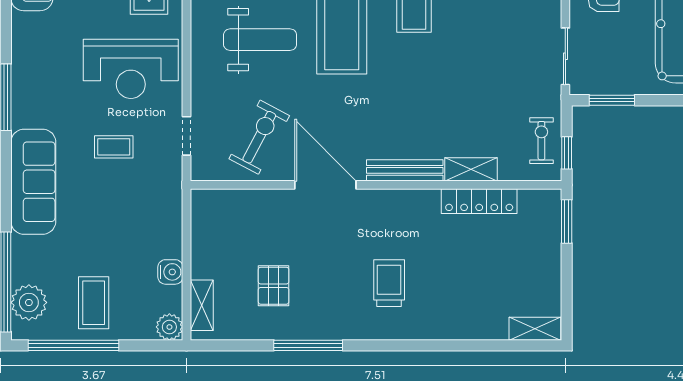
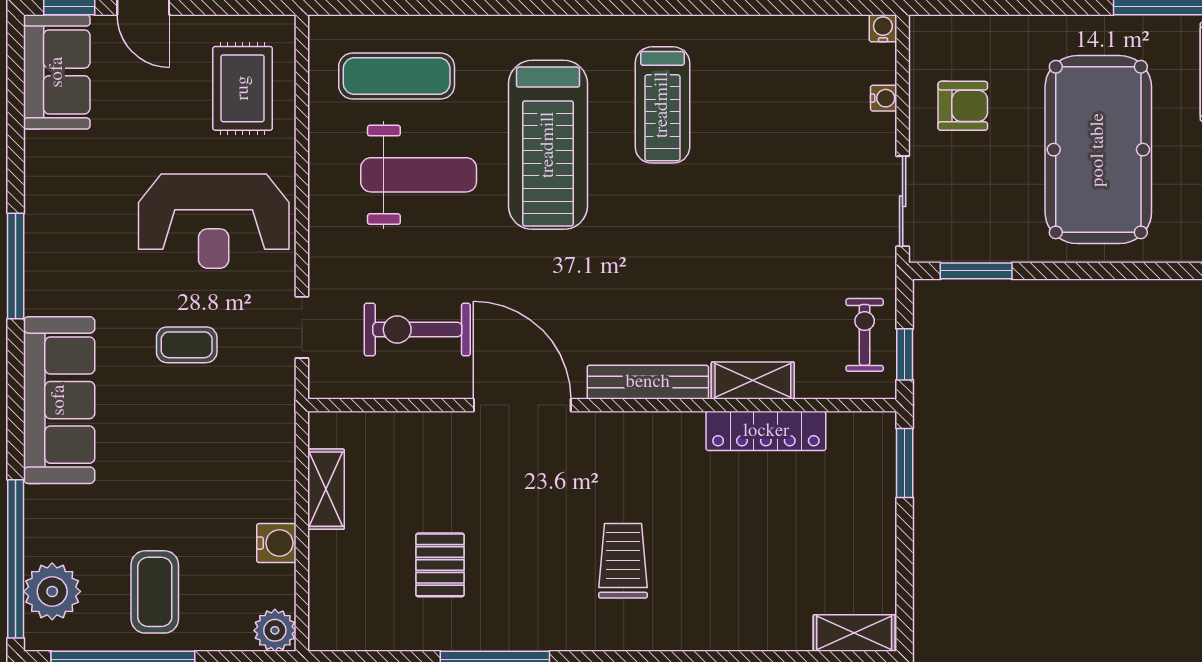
exercise bike: (259, 137) -> (417, 330), turned -118
shelving: (202, 305) -> (326, 489), moved

